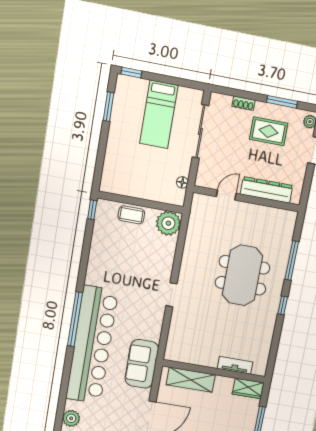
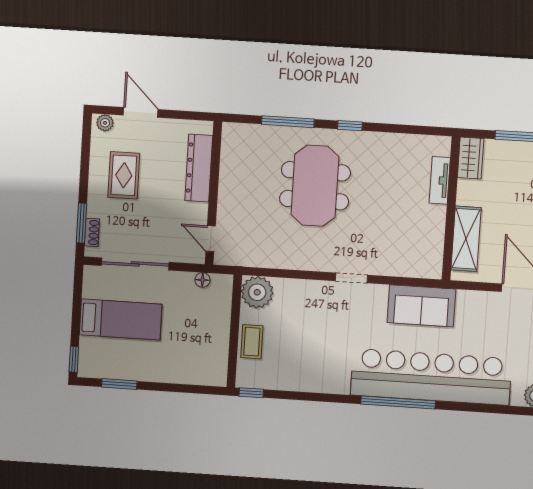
window: (282, 102) -> (81, 223), moved
shoe rack: (243, 103) -> (92, 232), moved
door: (226, 195) -> (211, 239), moved
meeting table: (242, 275) -> (315, 186), turned 90
sofa: (142, 364) -> (421, 306), moved

